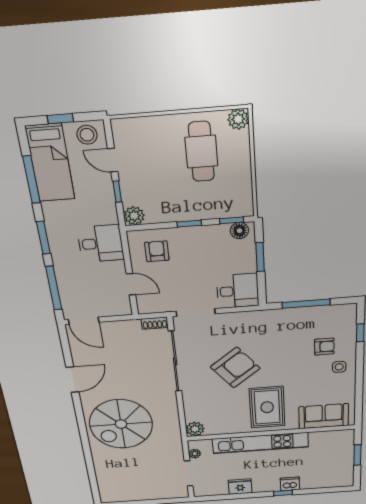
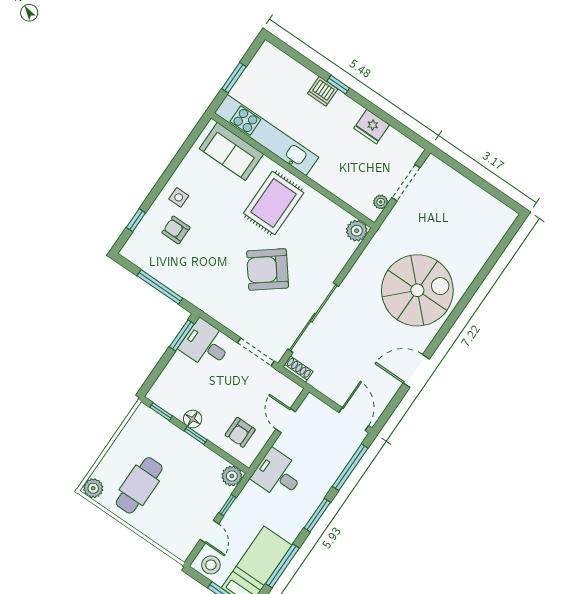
floor lamp: (239, 231) -> (193, 419), moved
window: (260, 257) -> (182, 335), moved
kitchen unit: (260, 443) -> (267, 135), moved

